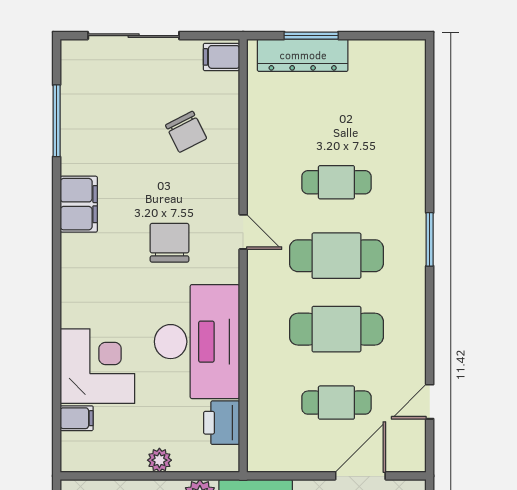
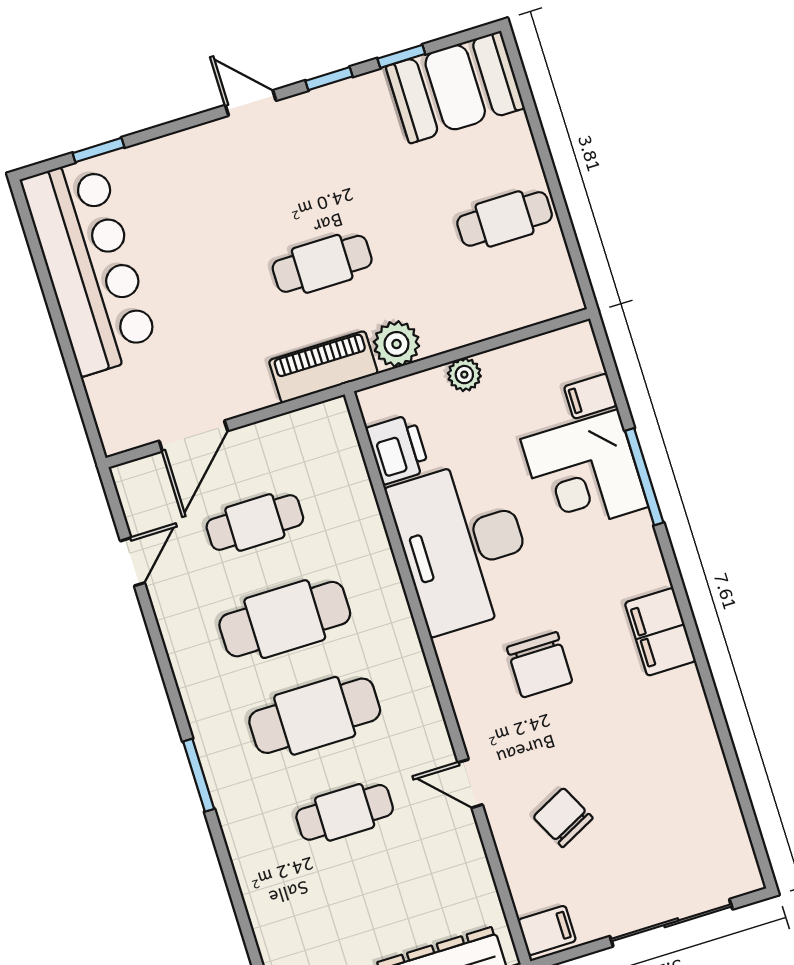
window: (57, 121) -> (644, 477), moved
filing cabinet: (79, 204) -> (660, 632), moved
door: (243, 232) -> (470, 784), moved

